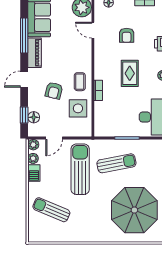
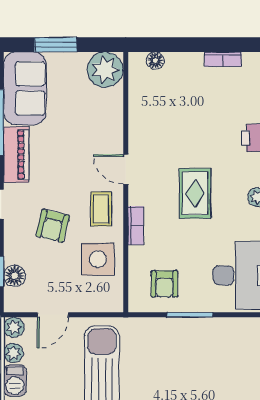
door: (93, 30) -> (126, 169), moved
armchair: (127, 35) -> (164, 284), moved
sun lounger: (116, 163) -> (170, 362), removed

